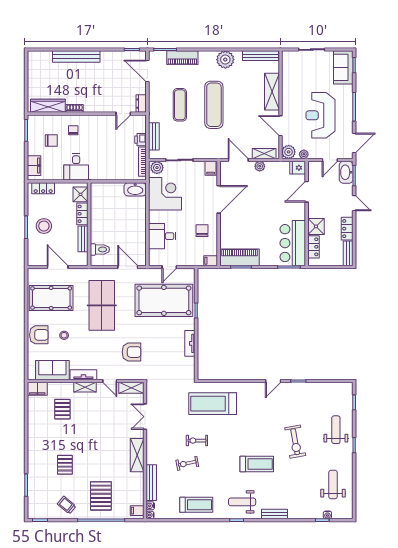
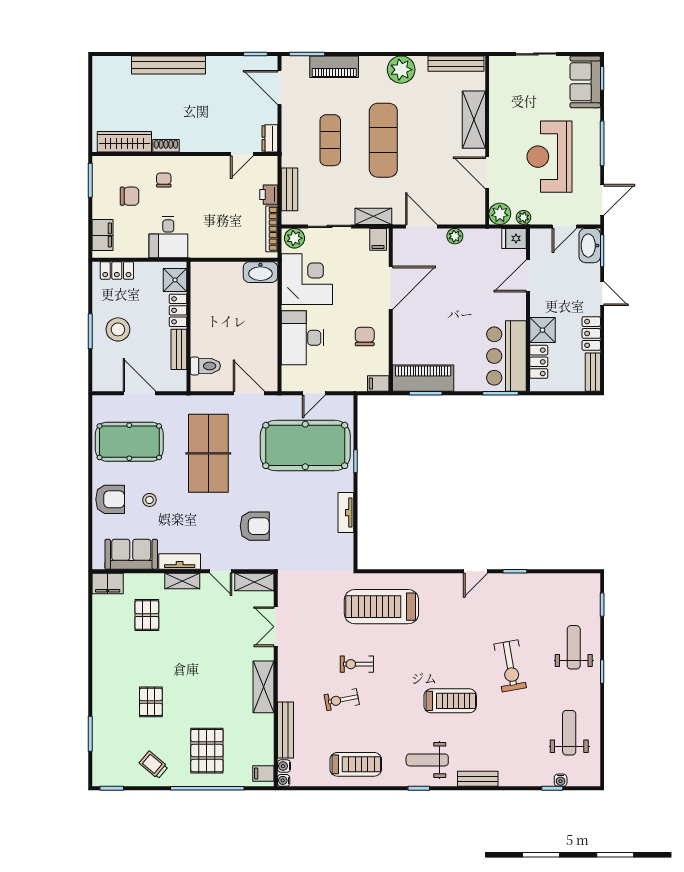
shelving: (264, 154) -> (373, 216), moved
desk: (162, 236) -> (303, 338), width x1.37

